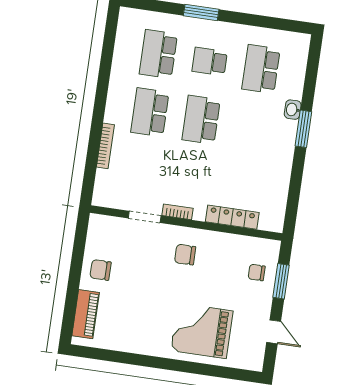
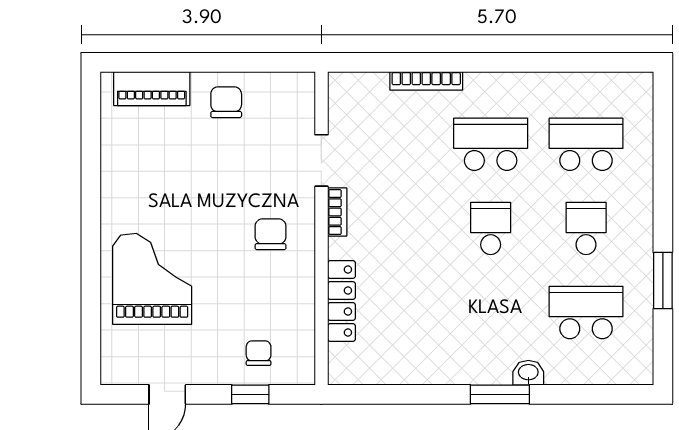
window: (201, 12) -> (663, 280), moved
school desk: (201, 120) -> (491, 228), width x0.54
window: (281, 281) -> (250, 394), width x0.67

